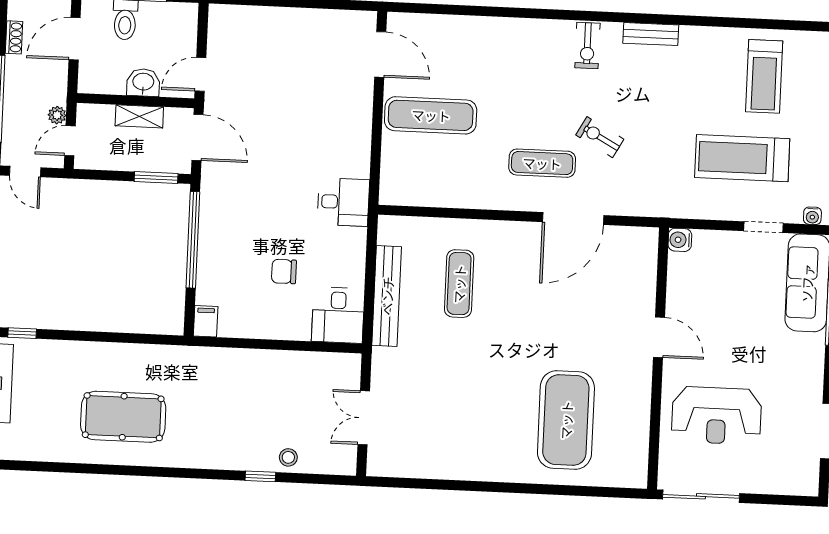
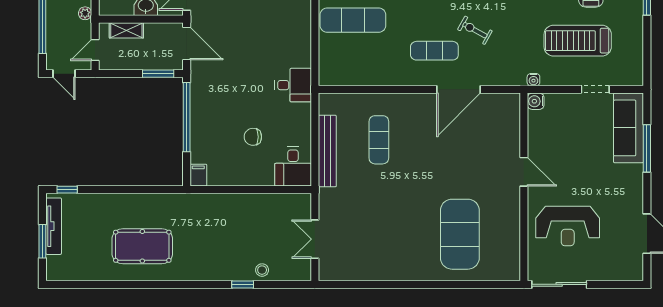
plant: (57, 115) -> (85, 13), moved
shelving: (139, 116) -> (126, 30), moved
water cooler: (812, 216) -> (533, 80), moved

